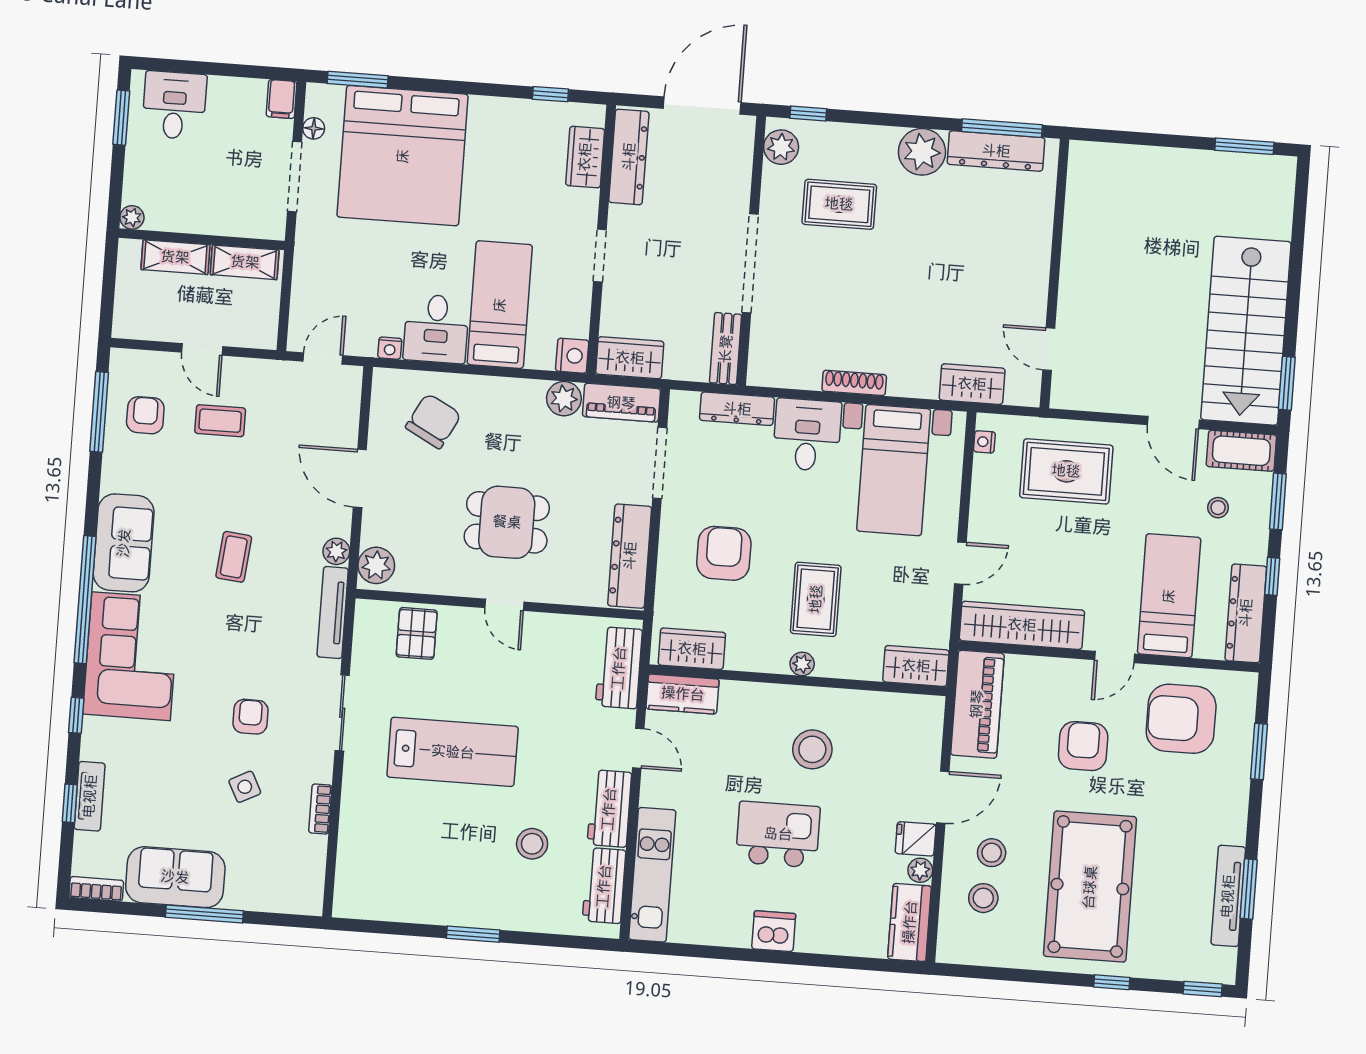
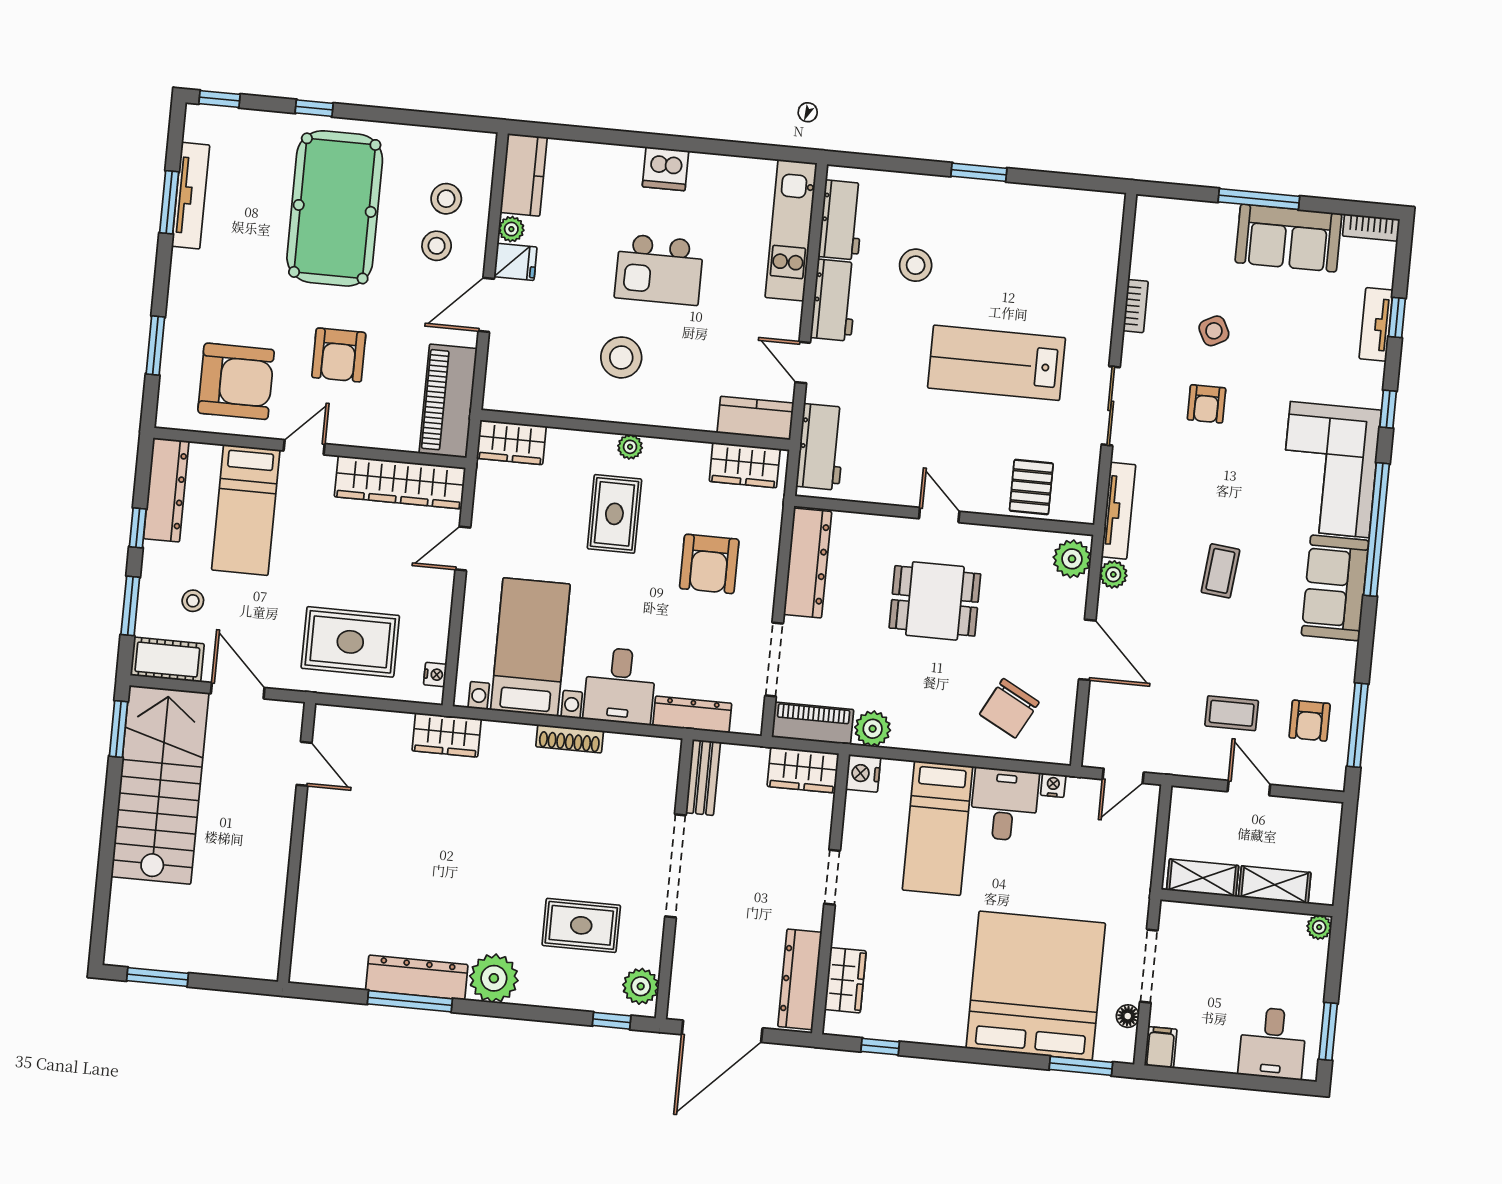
wall: (1054, 274) -> (296, 842), moved
door: (1049, 349) -> (304, 764), moved

